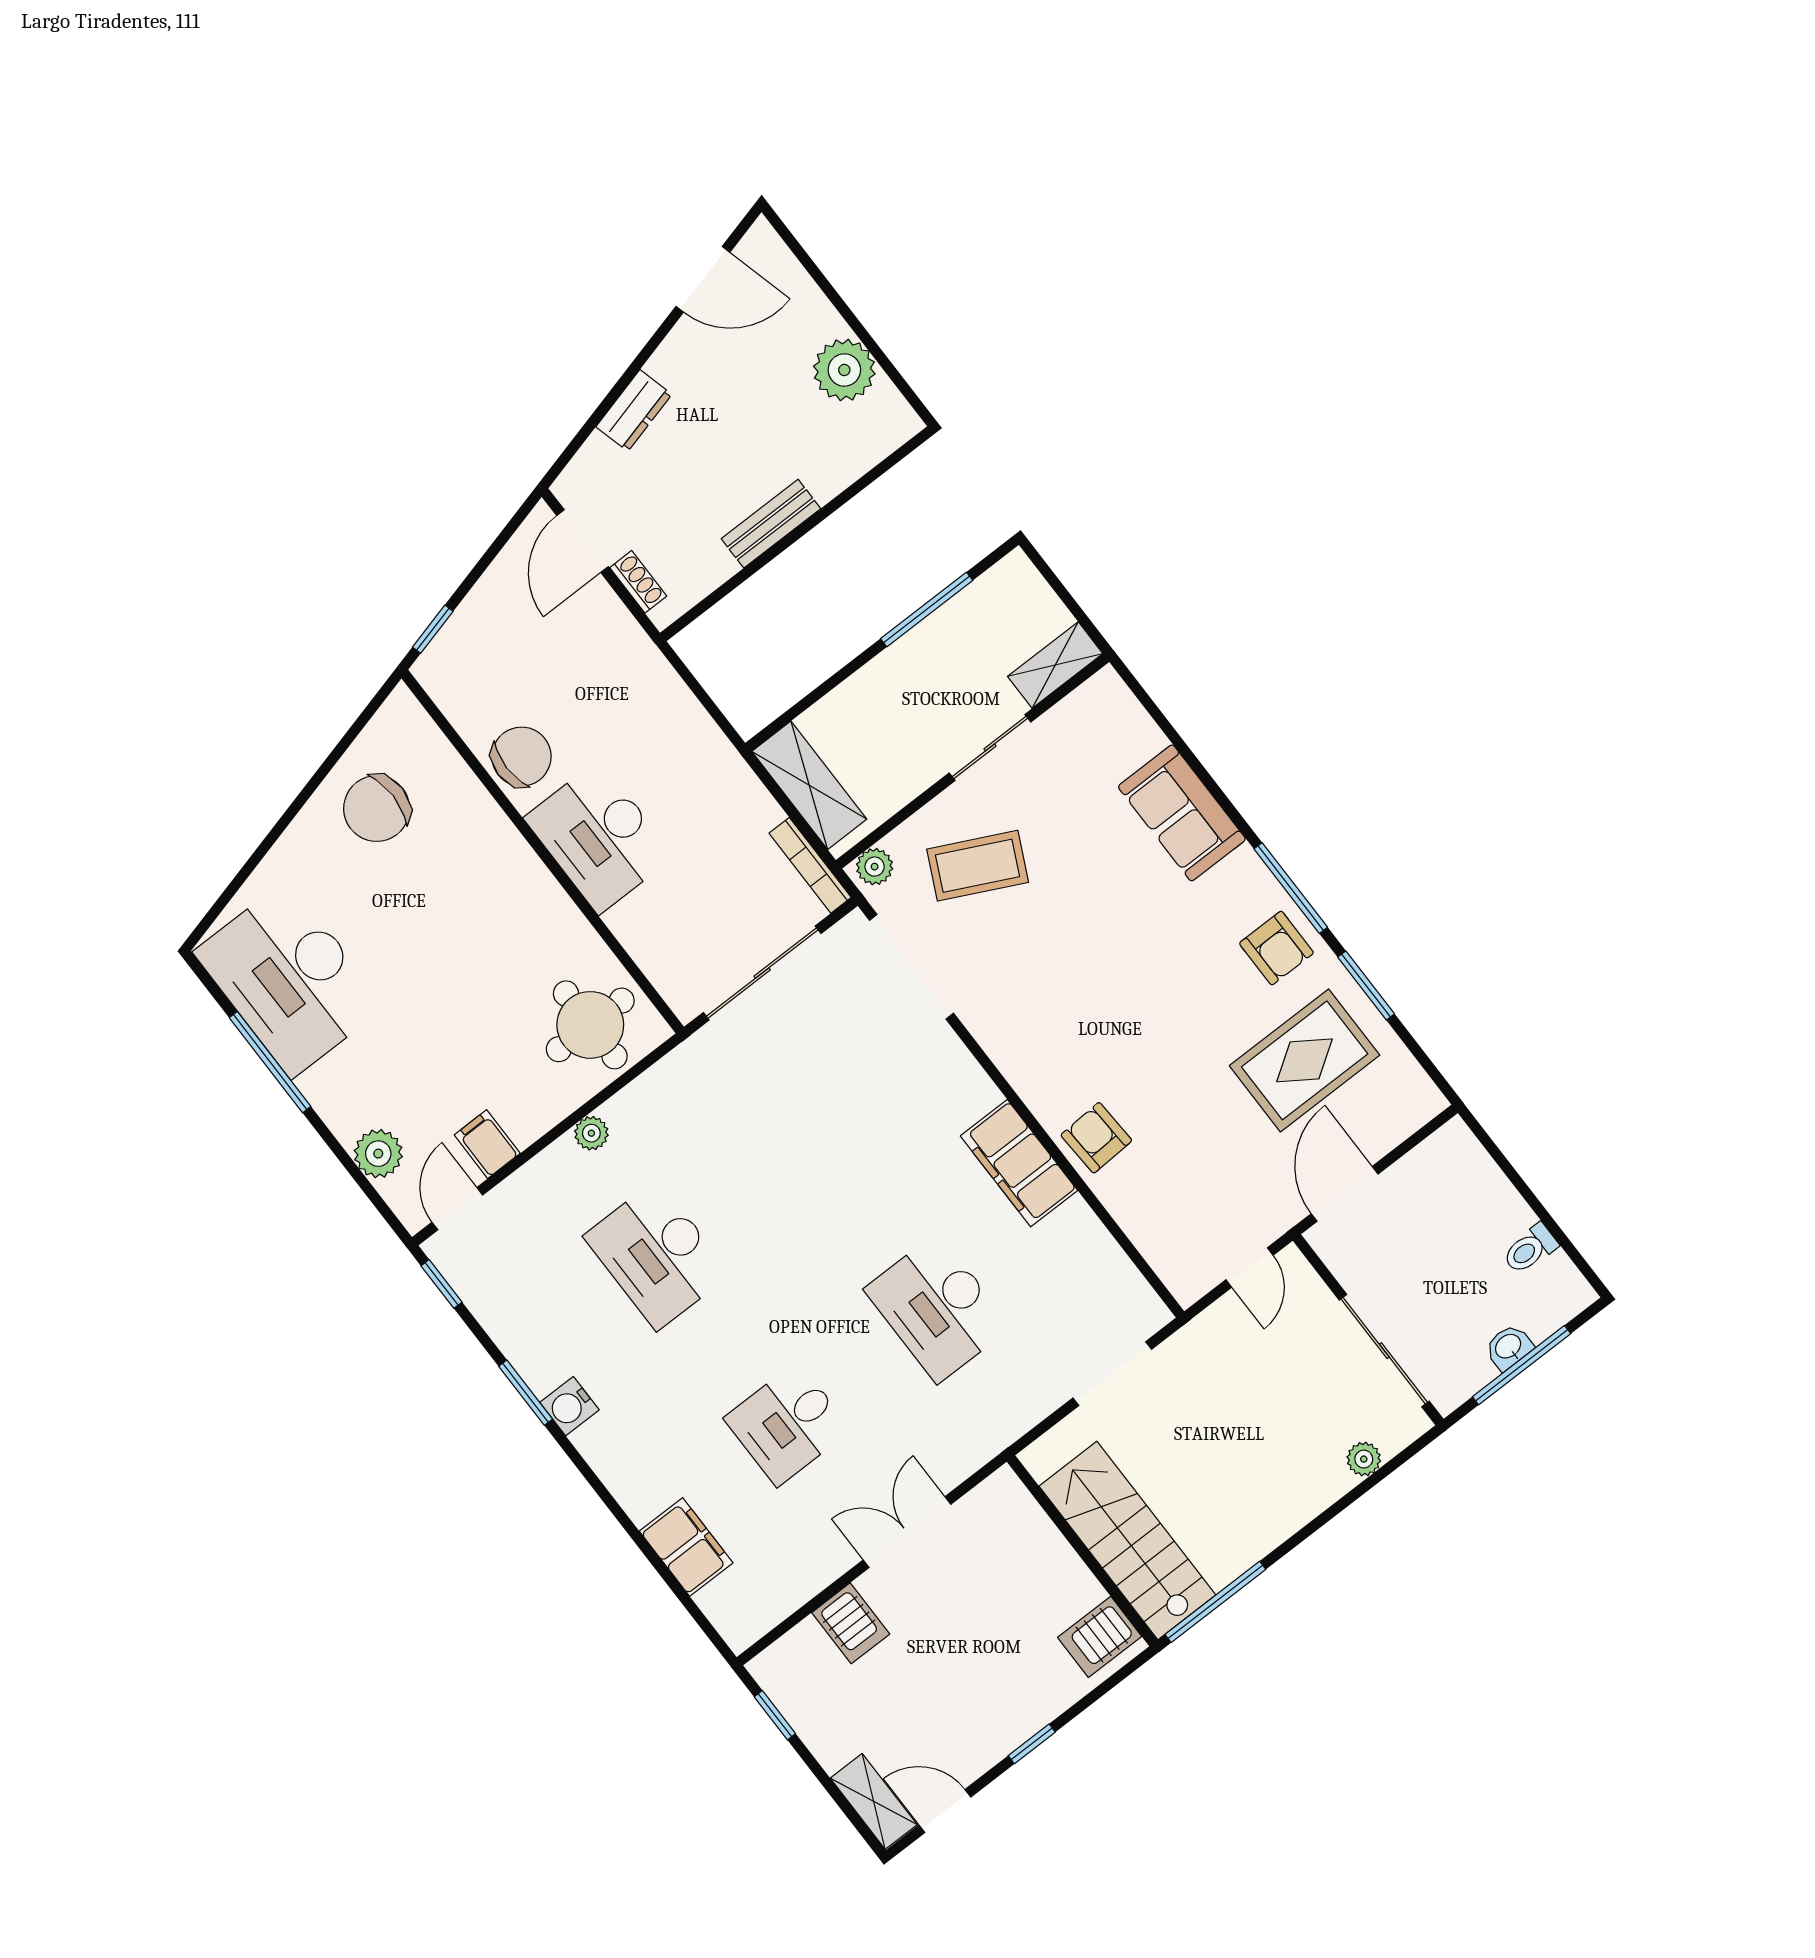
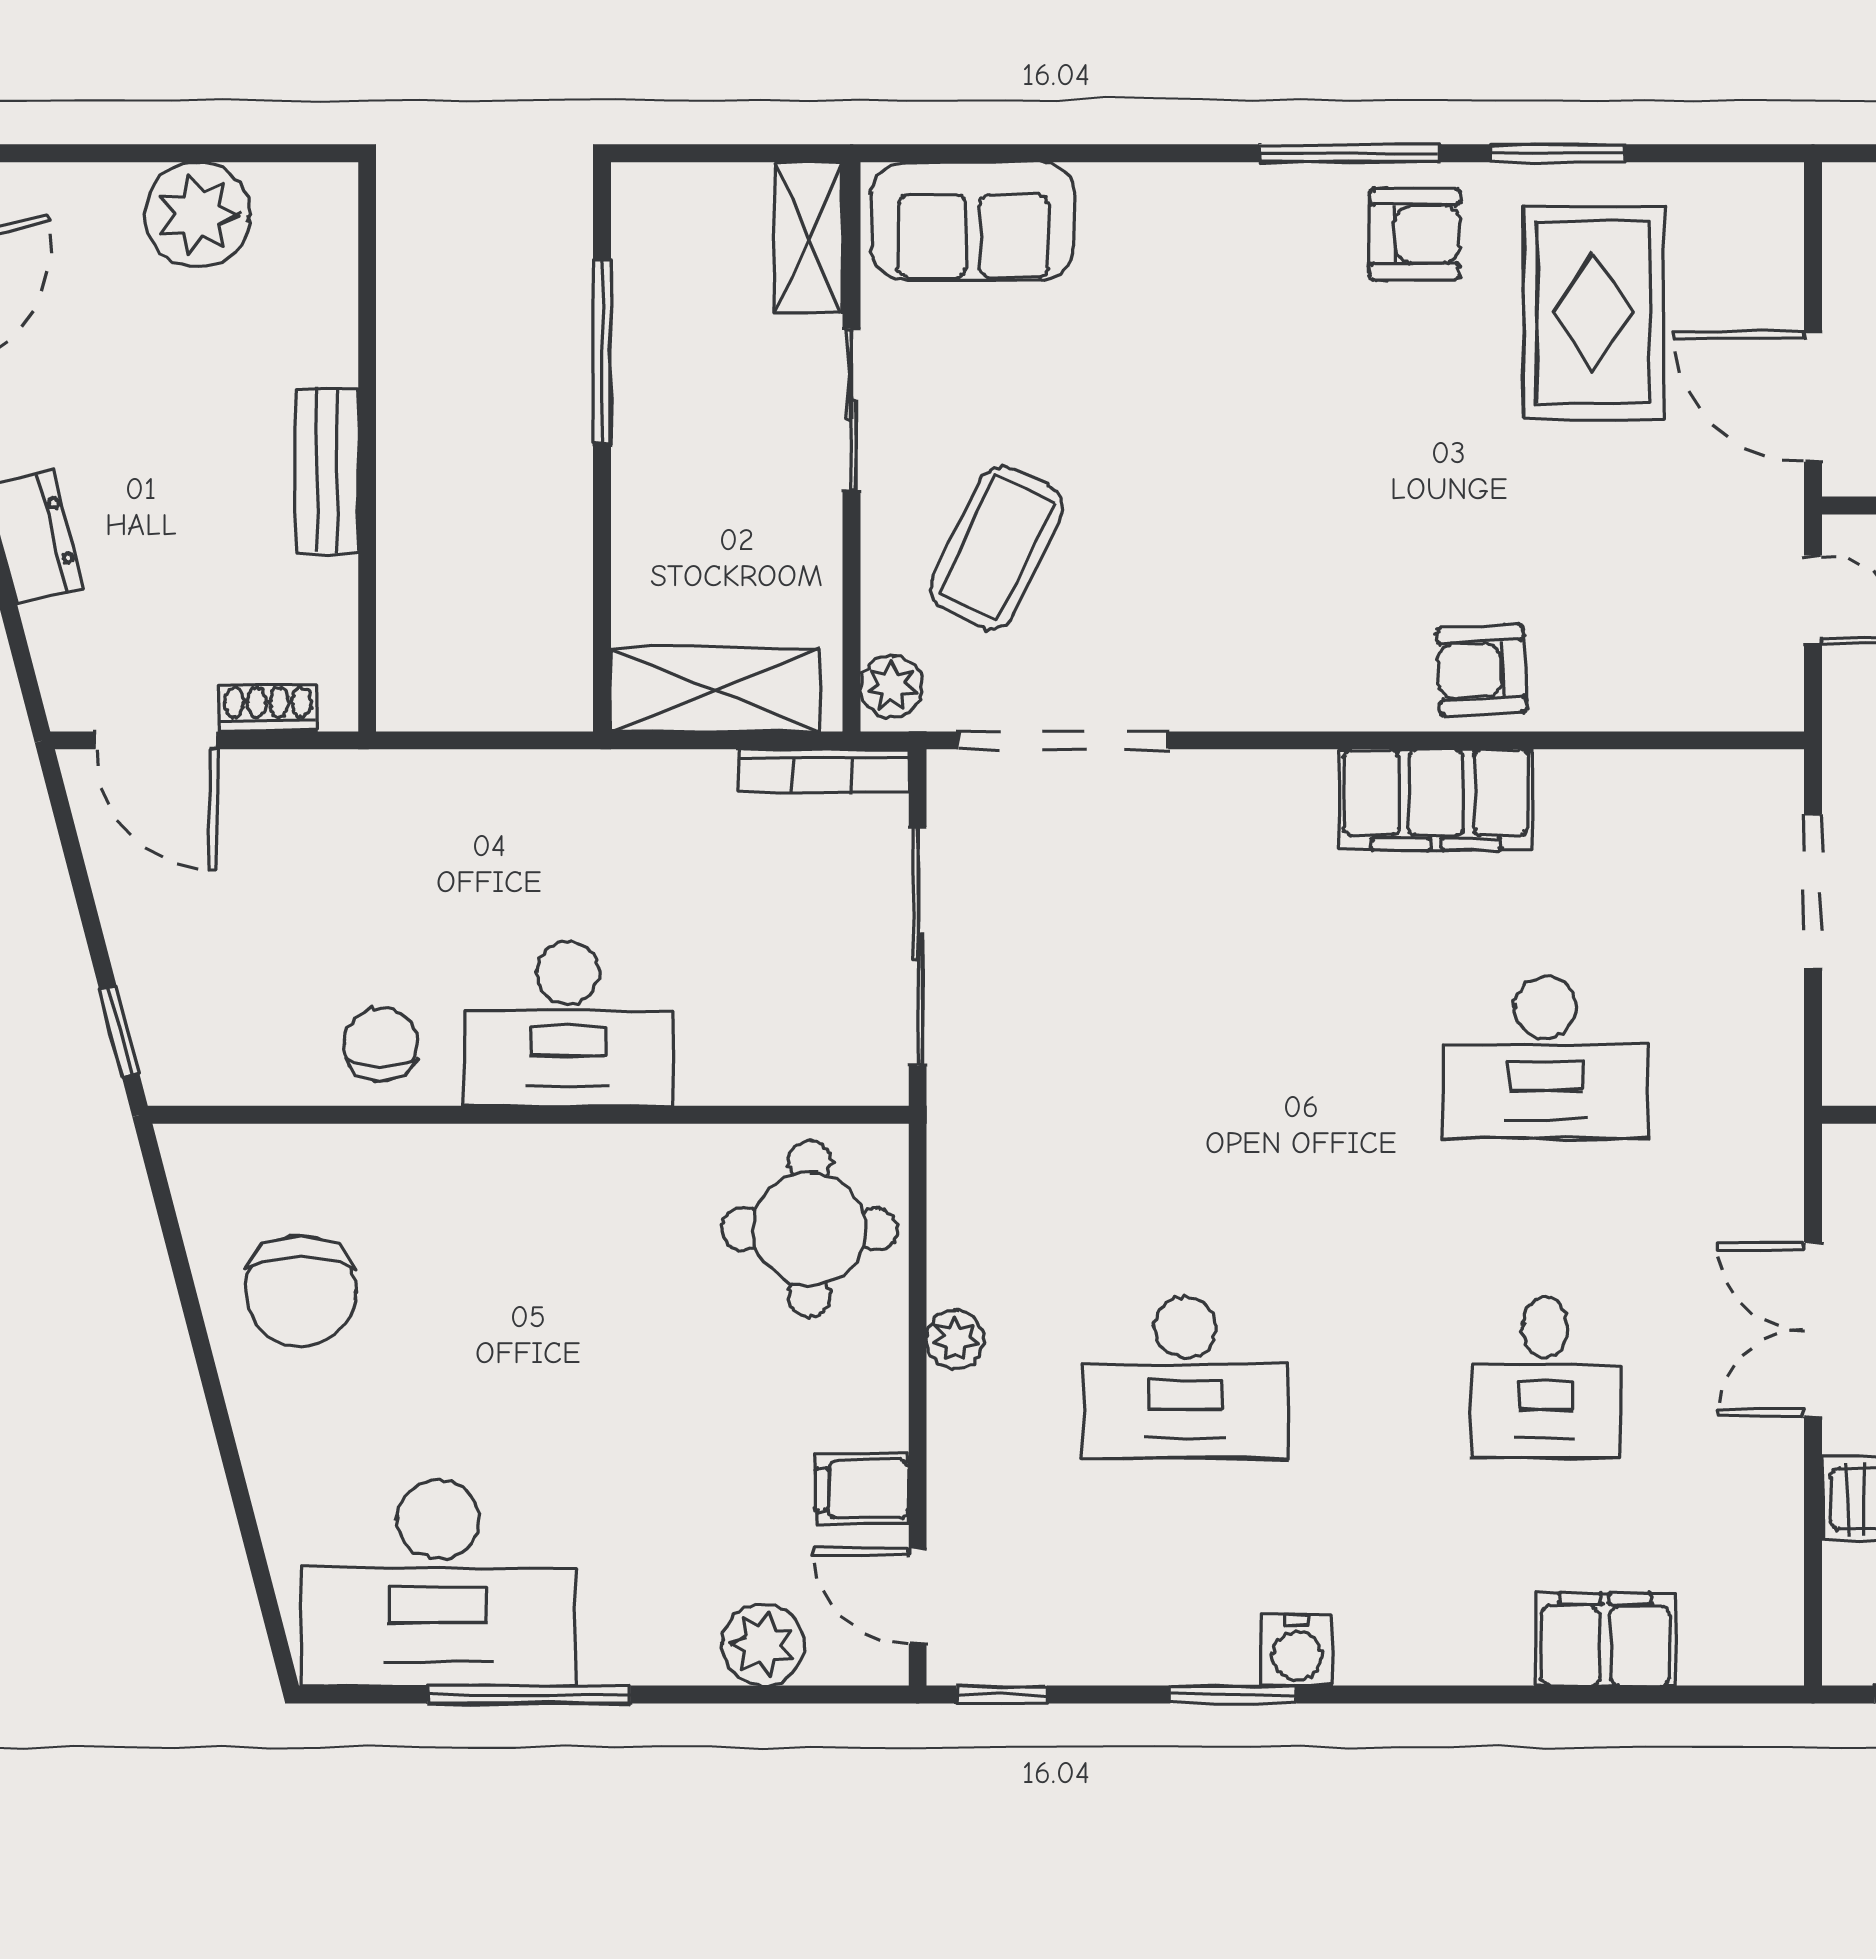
chair: (521, 757) -> (381, 1044), width x0.73, depth x0.73
sofa: (1182, 813) -> (973, 221), moved

